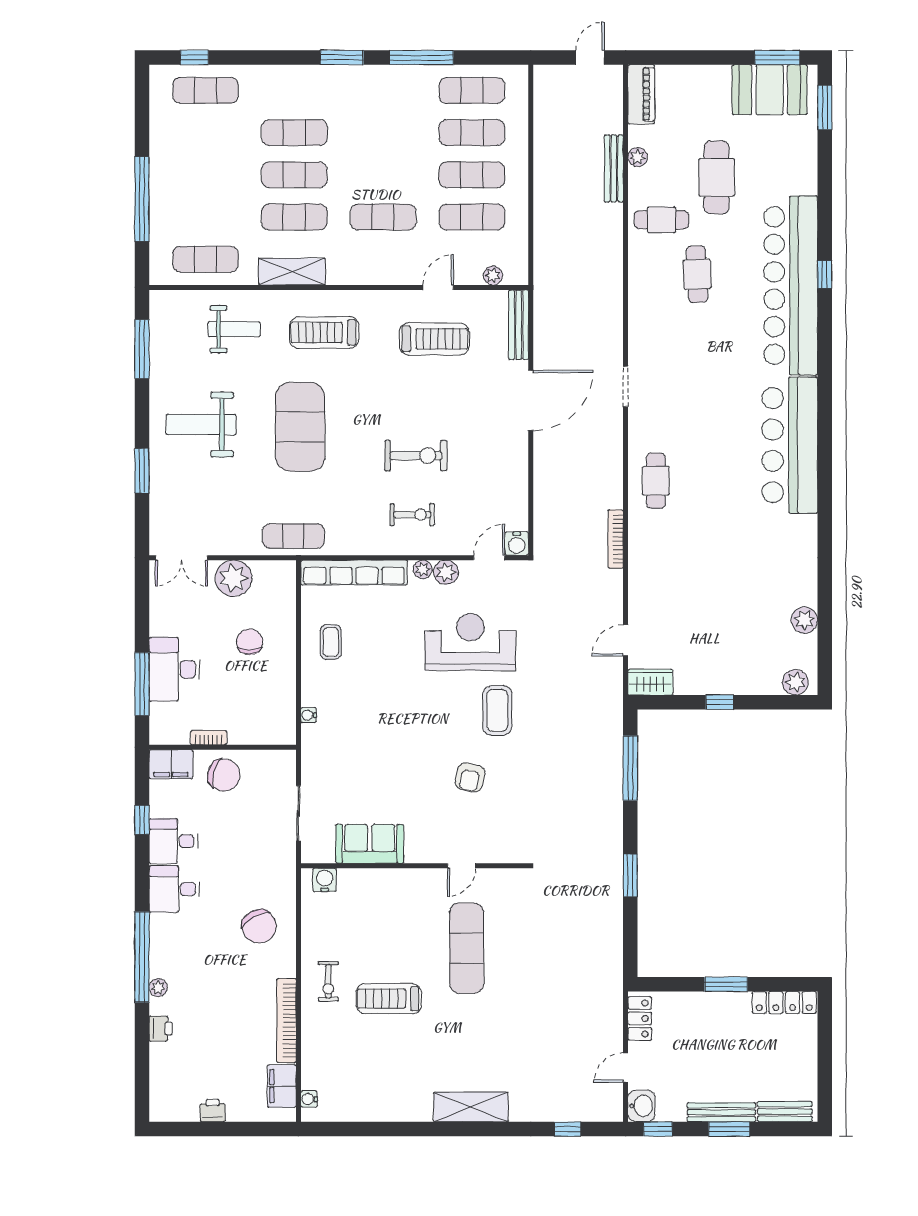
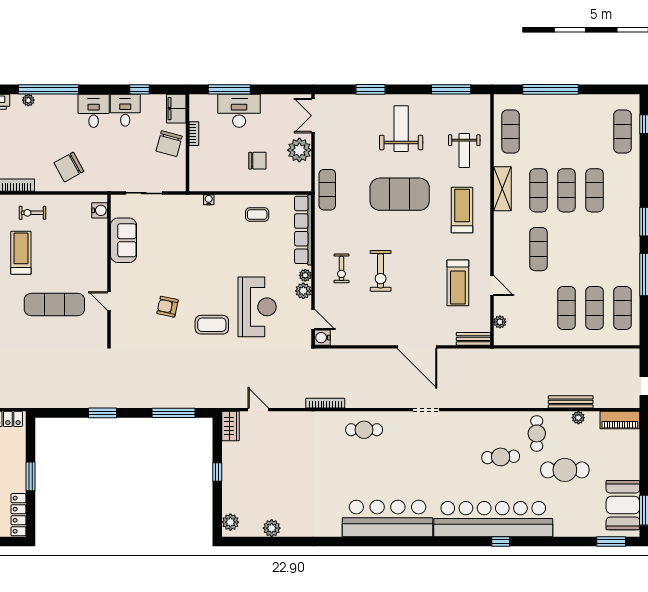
exercise mat: (472, 217) -> (539, 308), removed
bench: (519, 325) -> (473, 339), width x0.73

